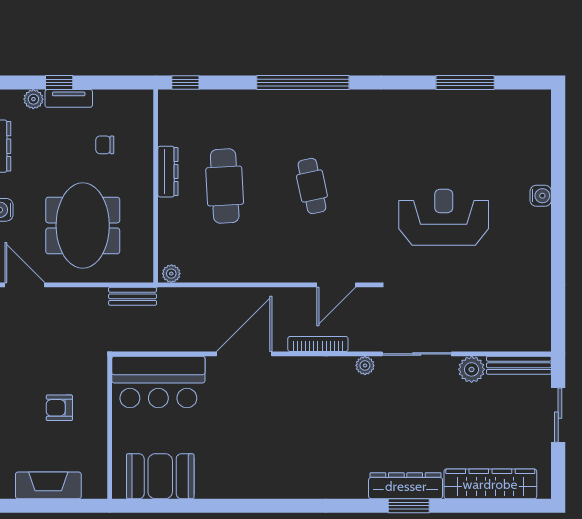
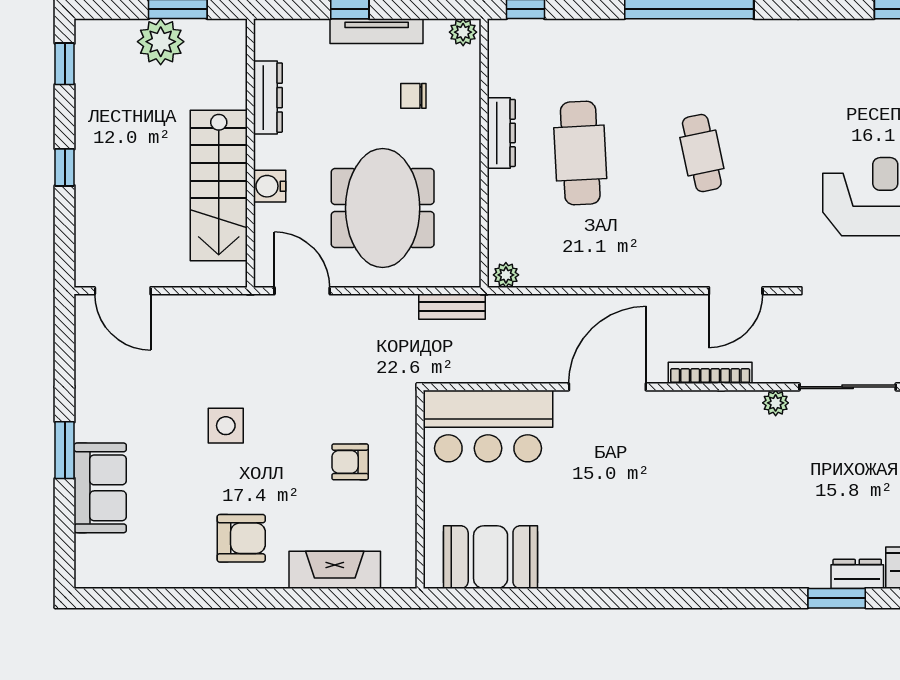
tv unit: (69, 98) -> (377, 31), width x1.41
plant: (33, 99) -> (463, 32), moved
dresser: (406, 486) -> (857, 574), width x0.51, depth x0.80

